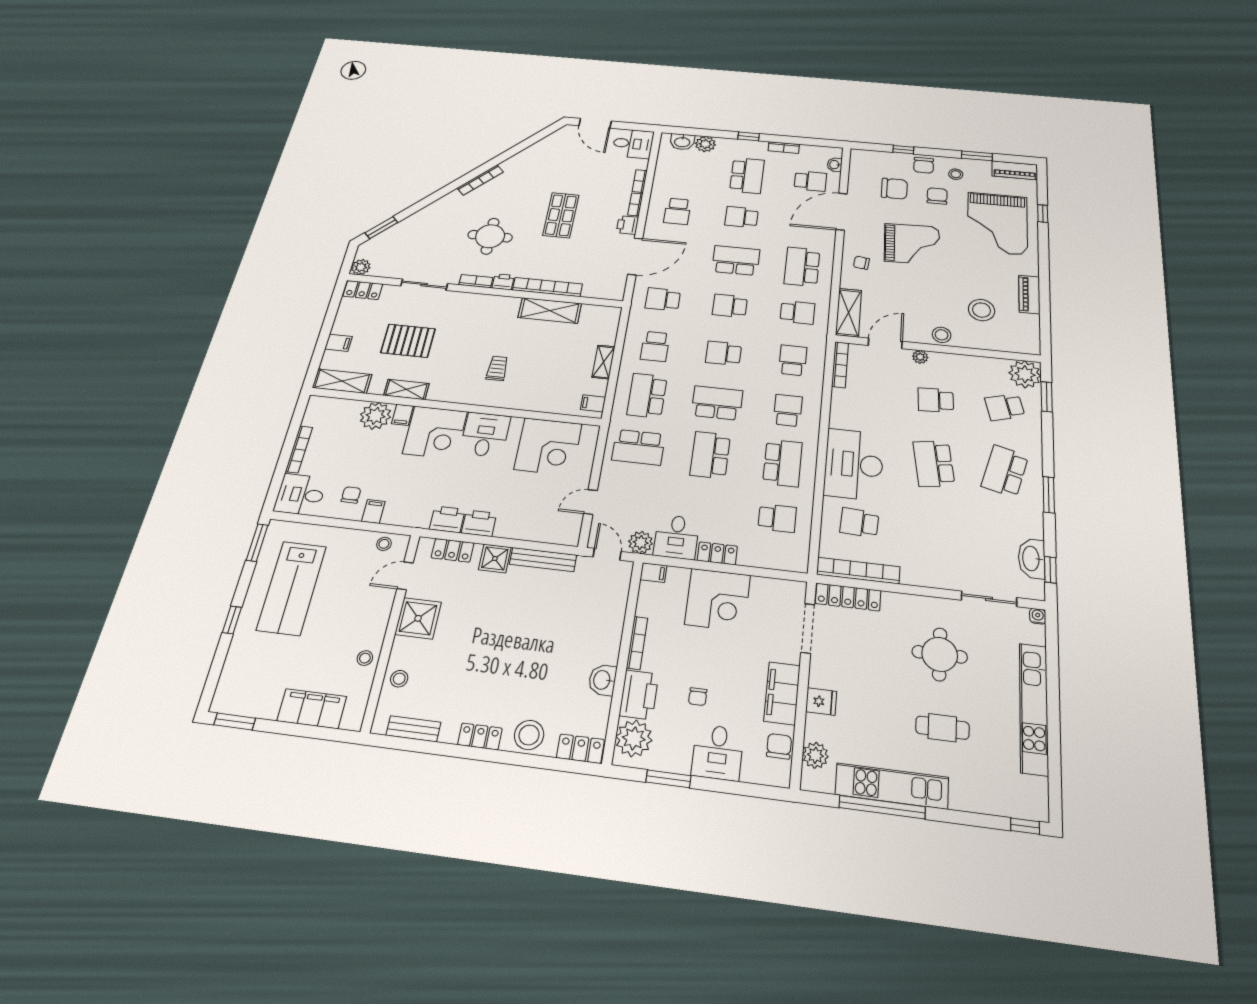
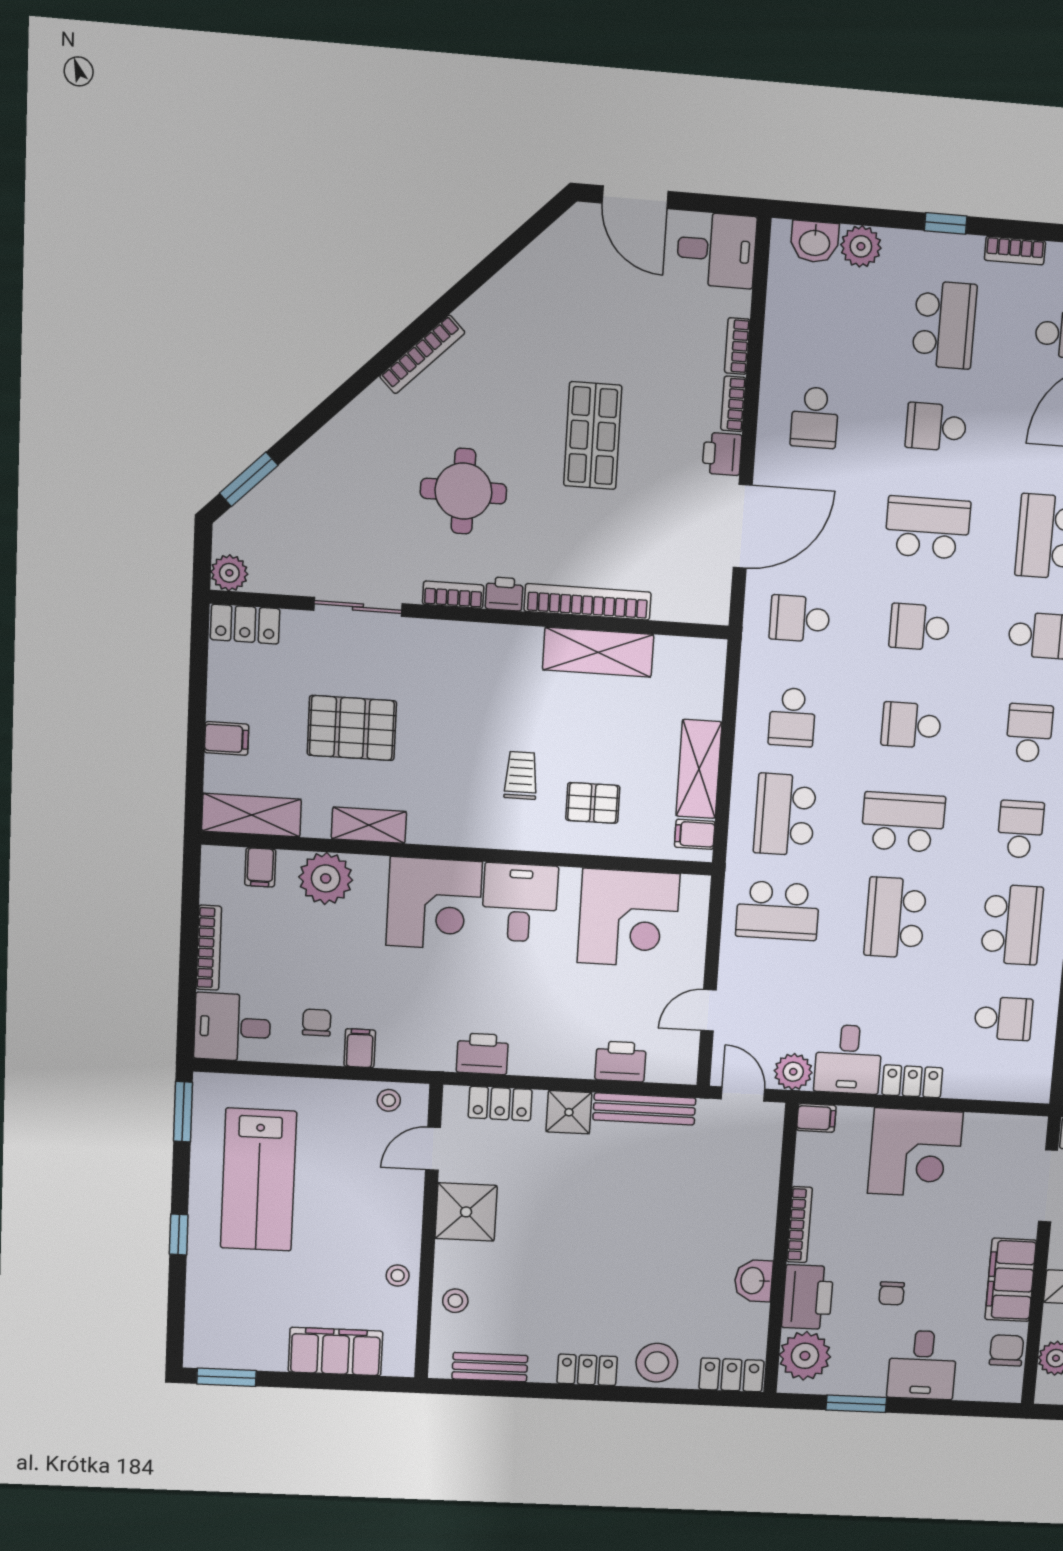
shelving: (603, 362) -> (699, 769), width x1.50, depth x1.33
pallet: (536, 384) -> (593, 803), added
filing cabinet: (402, 415) -> (260, 867), moved
printer: (479, 523) -> (621, 1061), moved

